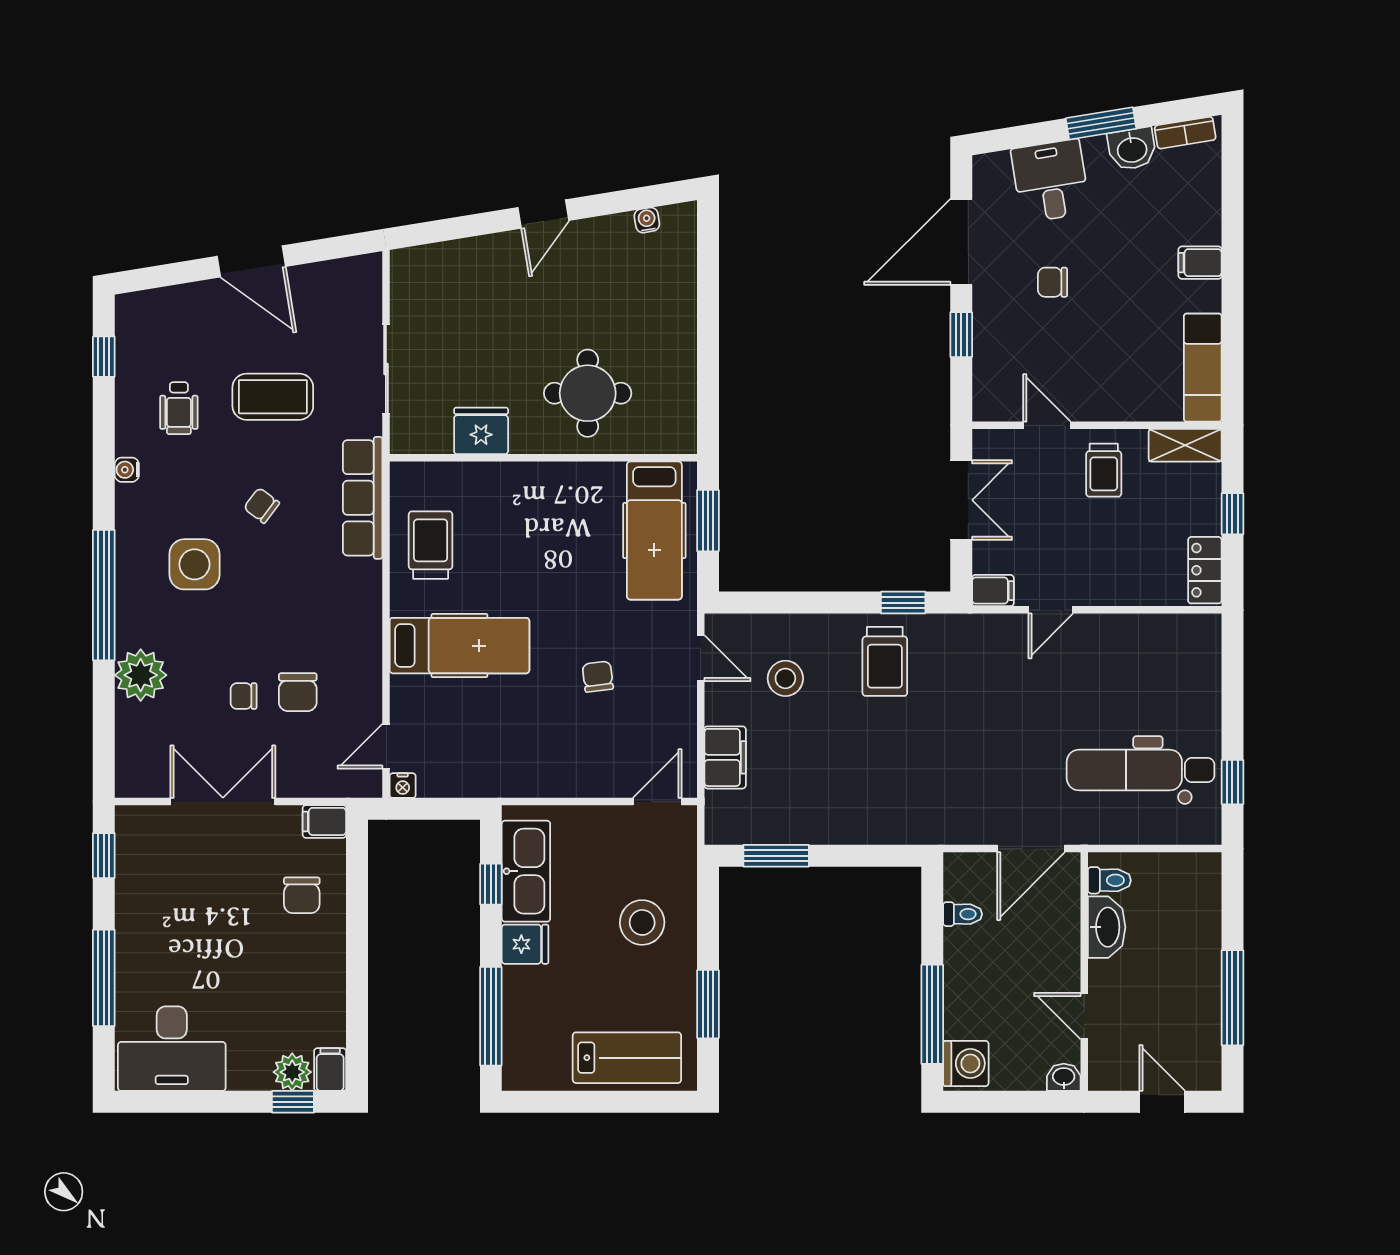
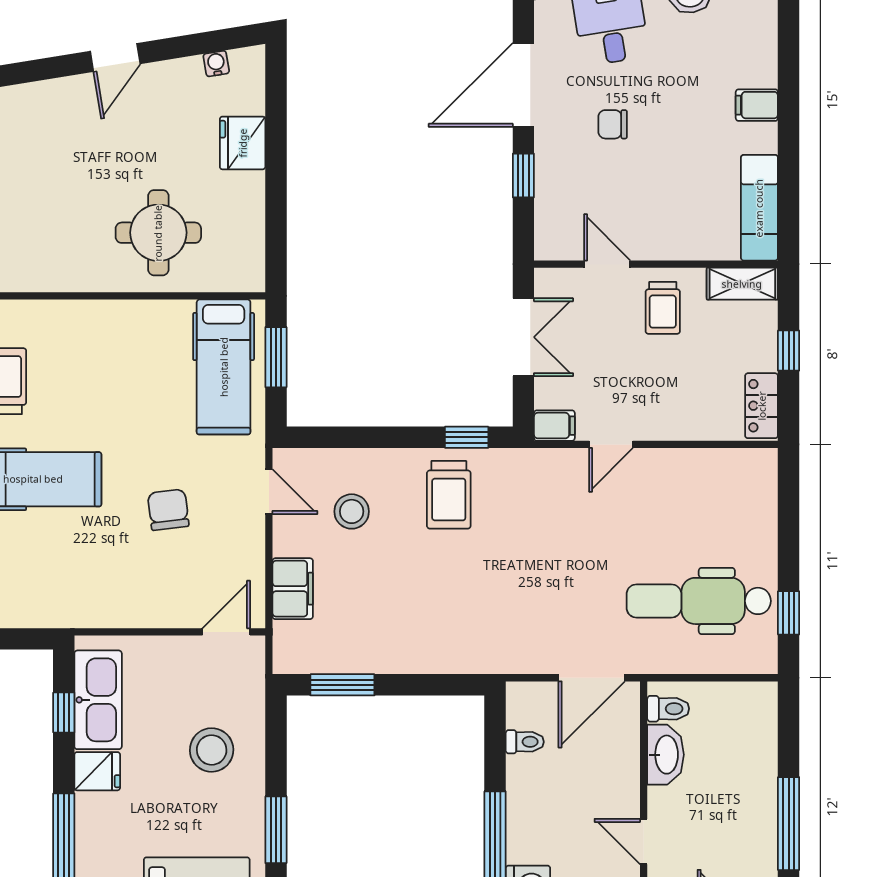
fridge: (481, 431) -> (243, 143), moved, turned -90
chair: (598, 677) -> (168, 510), width x1.37, depth x1.37

